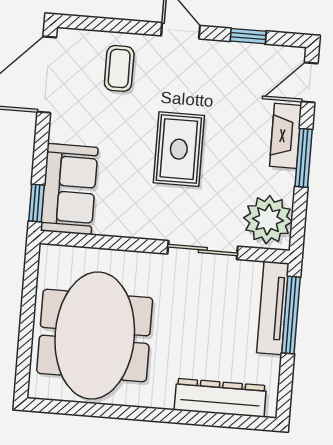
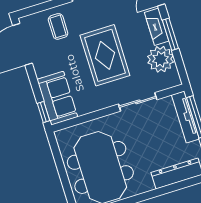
rug: (179, 149) -> (105, 55), width x1.36, depth x1.43
plant: (268, 220) -> (161, 59), moved

